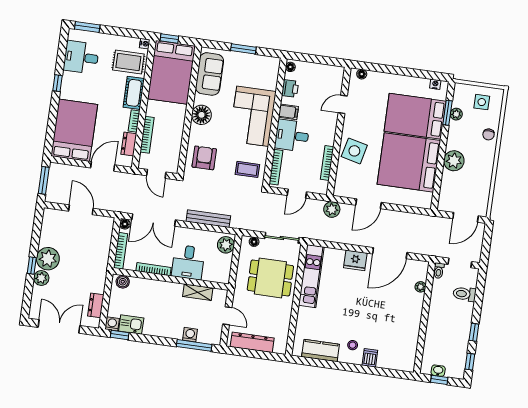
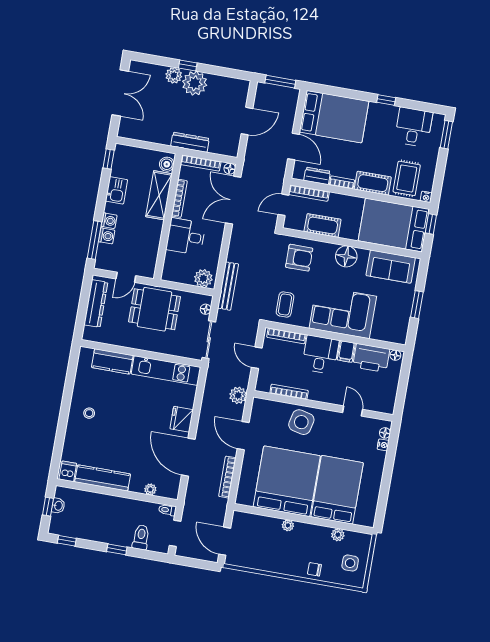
nightstand: (435, 84) -> (383, 445), moved
printer: (290, 88) -> (371, 358), width x1.87, depth x1.48
window: (447, 113) -> (340, 525), removed
bookcase: (147, 135) -> (309, 193), moved
cot: (174, 137) -> (323, 225), added
plant: (454, 161) -> (288, 525), width x0.53, depth x0.53
bookcase: (407, 217) -> (227, 477), added
bench: (208, 219) -> (228, 286), moved
dining table: (270, 278) -> (155, 309), moved, turned 90
shelving: (198, 292) -> (159, 195), moved, width x1.50, depth x1.33
dresser: (96, 305) -> (190, 142), moved, width x1.44
washing machine: (112, 324) -> (109, 221), moved
kitchen sink: (131, 325) -> (116, 190), moved
kitchen counter: (411, 331) -> (103, 478), added
window: (474, 332) -> (117, 549), moved
kitchen counter: (321, 351) -> (112, 361), moved, turned 90
dishwasher: (370, 358) -> (68, 471), moved, turned -90

